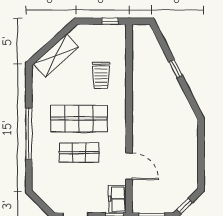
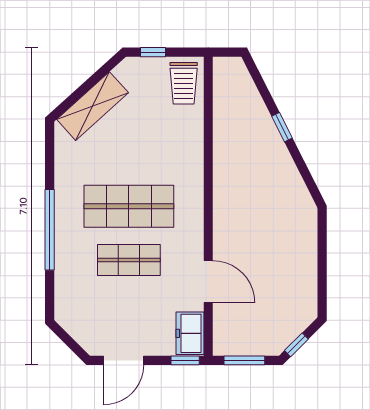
window: (110, 21) -> (153, 52), moved
trolley: (101, 75) -> (184, 83), moved

